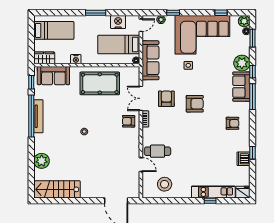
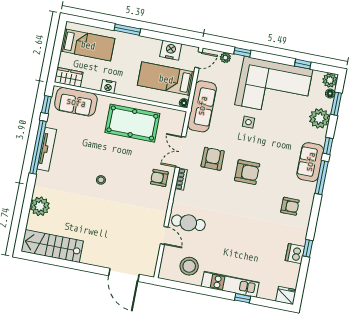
window: (96, 13) -> (127, 30), moved
plant: (242, 63) -> (319, 118), moved
kitchen unit: (213, 192) -> (230, 284), moved

